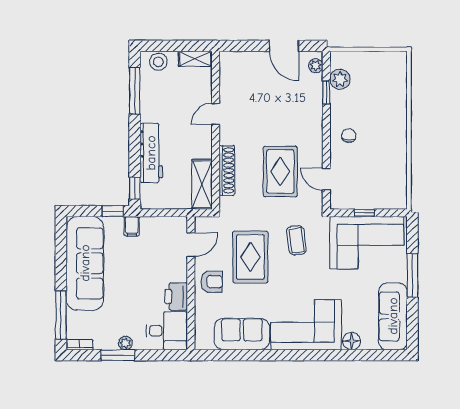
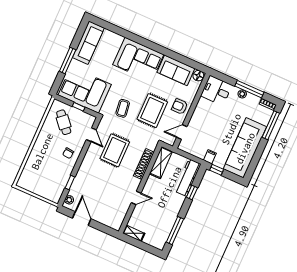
stool: (158, 62) -> (155, 241), removed
plant: (340, 79) -> (59, 186), removed
workbench: (151, 153) -> (188, 178), moved
cafe table: (376, 179) -> (64, 122), added
window: (135, 188) -> (192, 193), moved
printer: (176, 297) -> (203, 107), removed
floor lamp: (352, 341) -> (198, 76), moved
window: (118, 355) -> (249, 89), width x1.44

